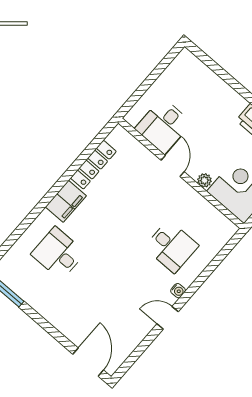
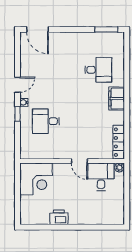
locker: (93, 165) -> (119, 142), moved
plant: (204, 180) -> (119, 167), moved
window: (197, 284) -> (17, 114), added

